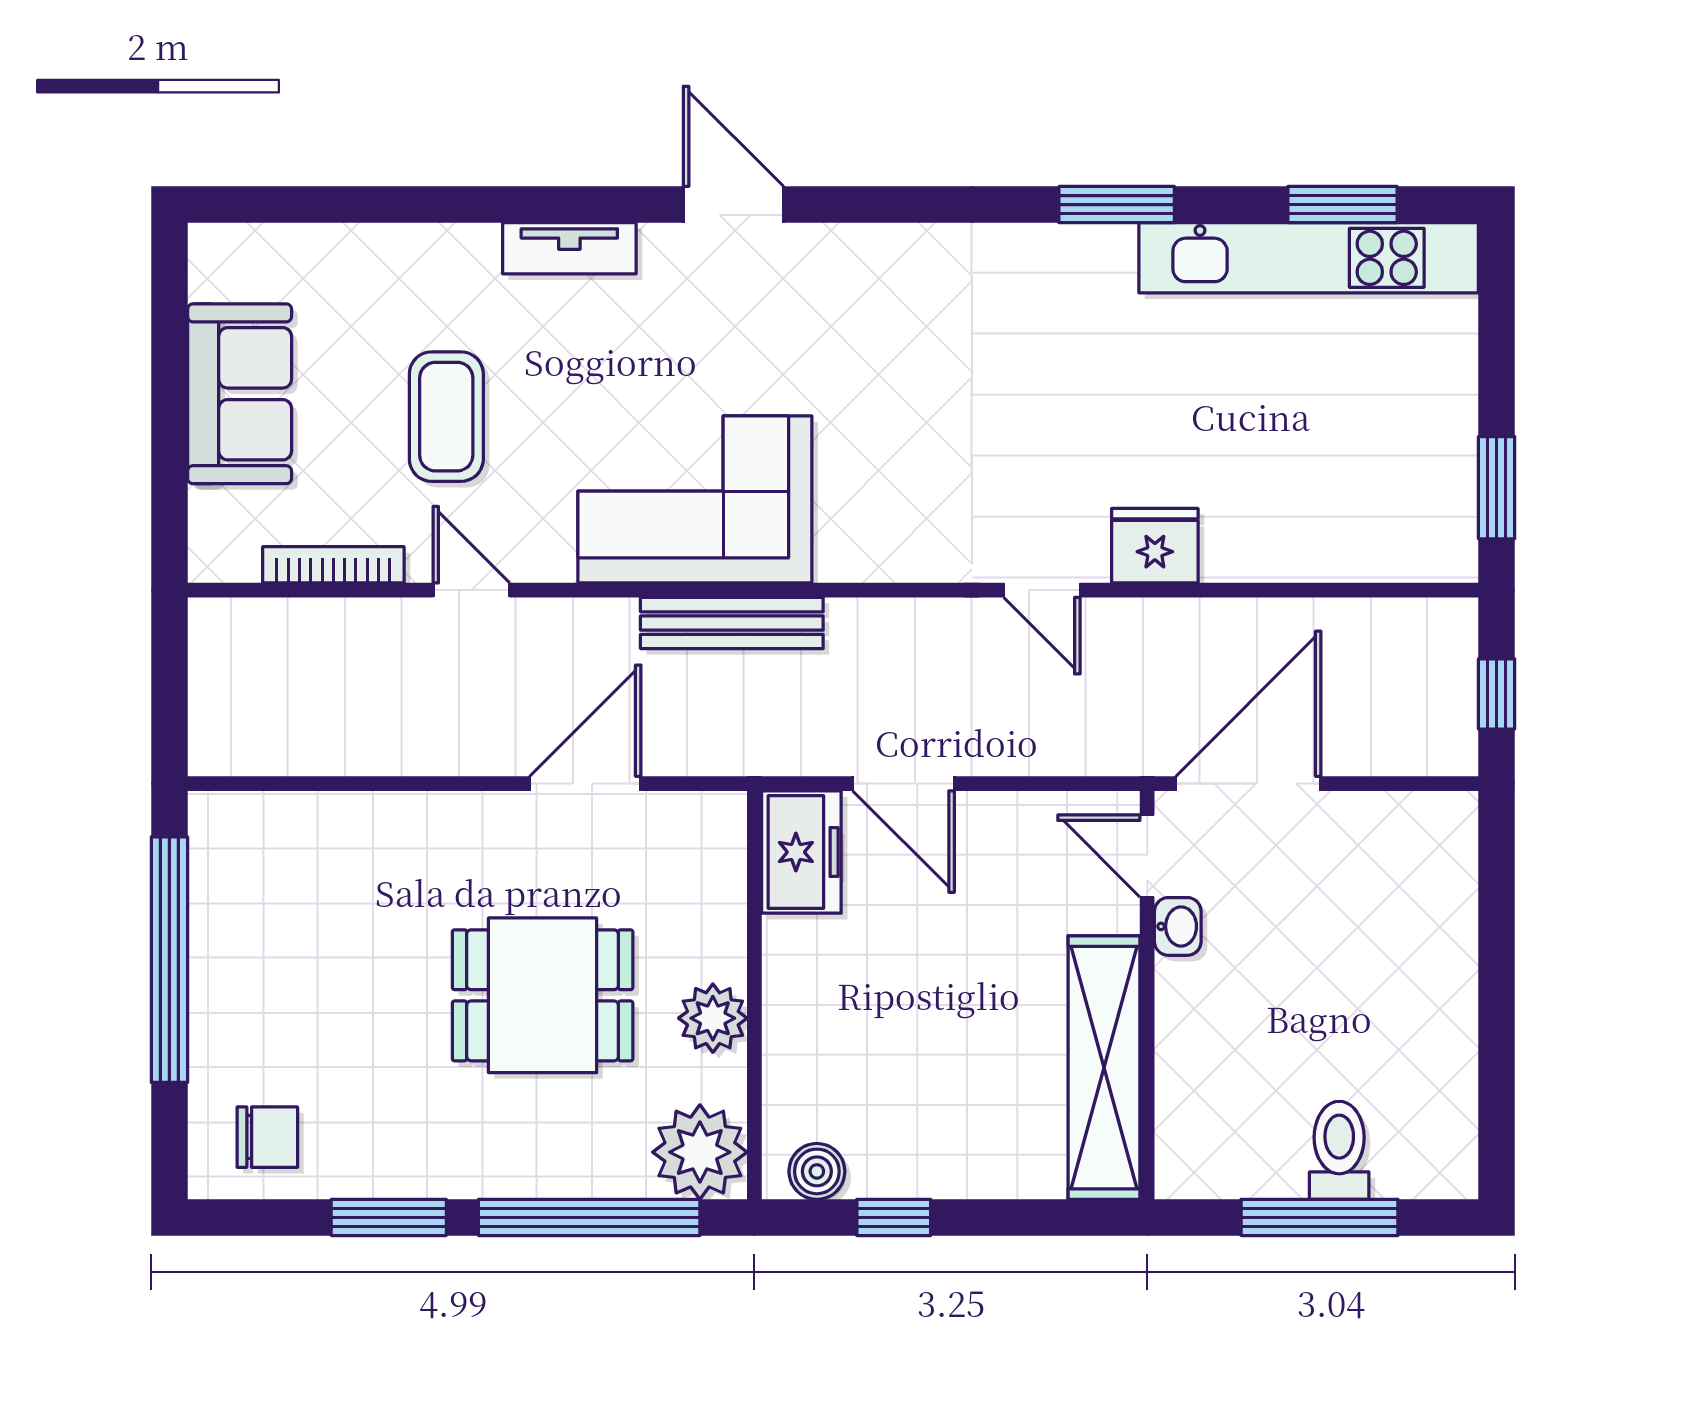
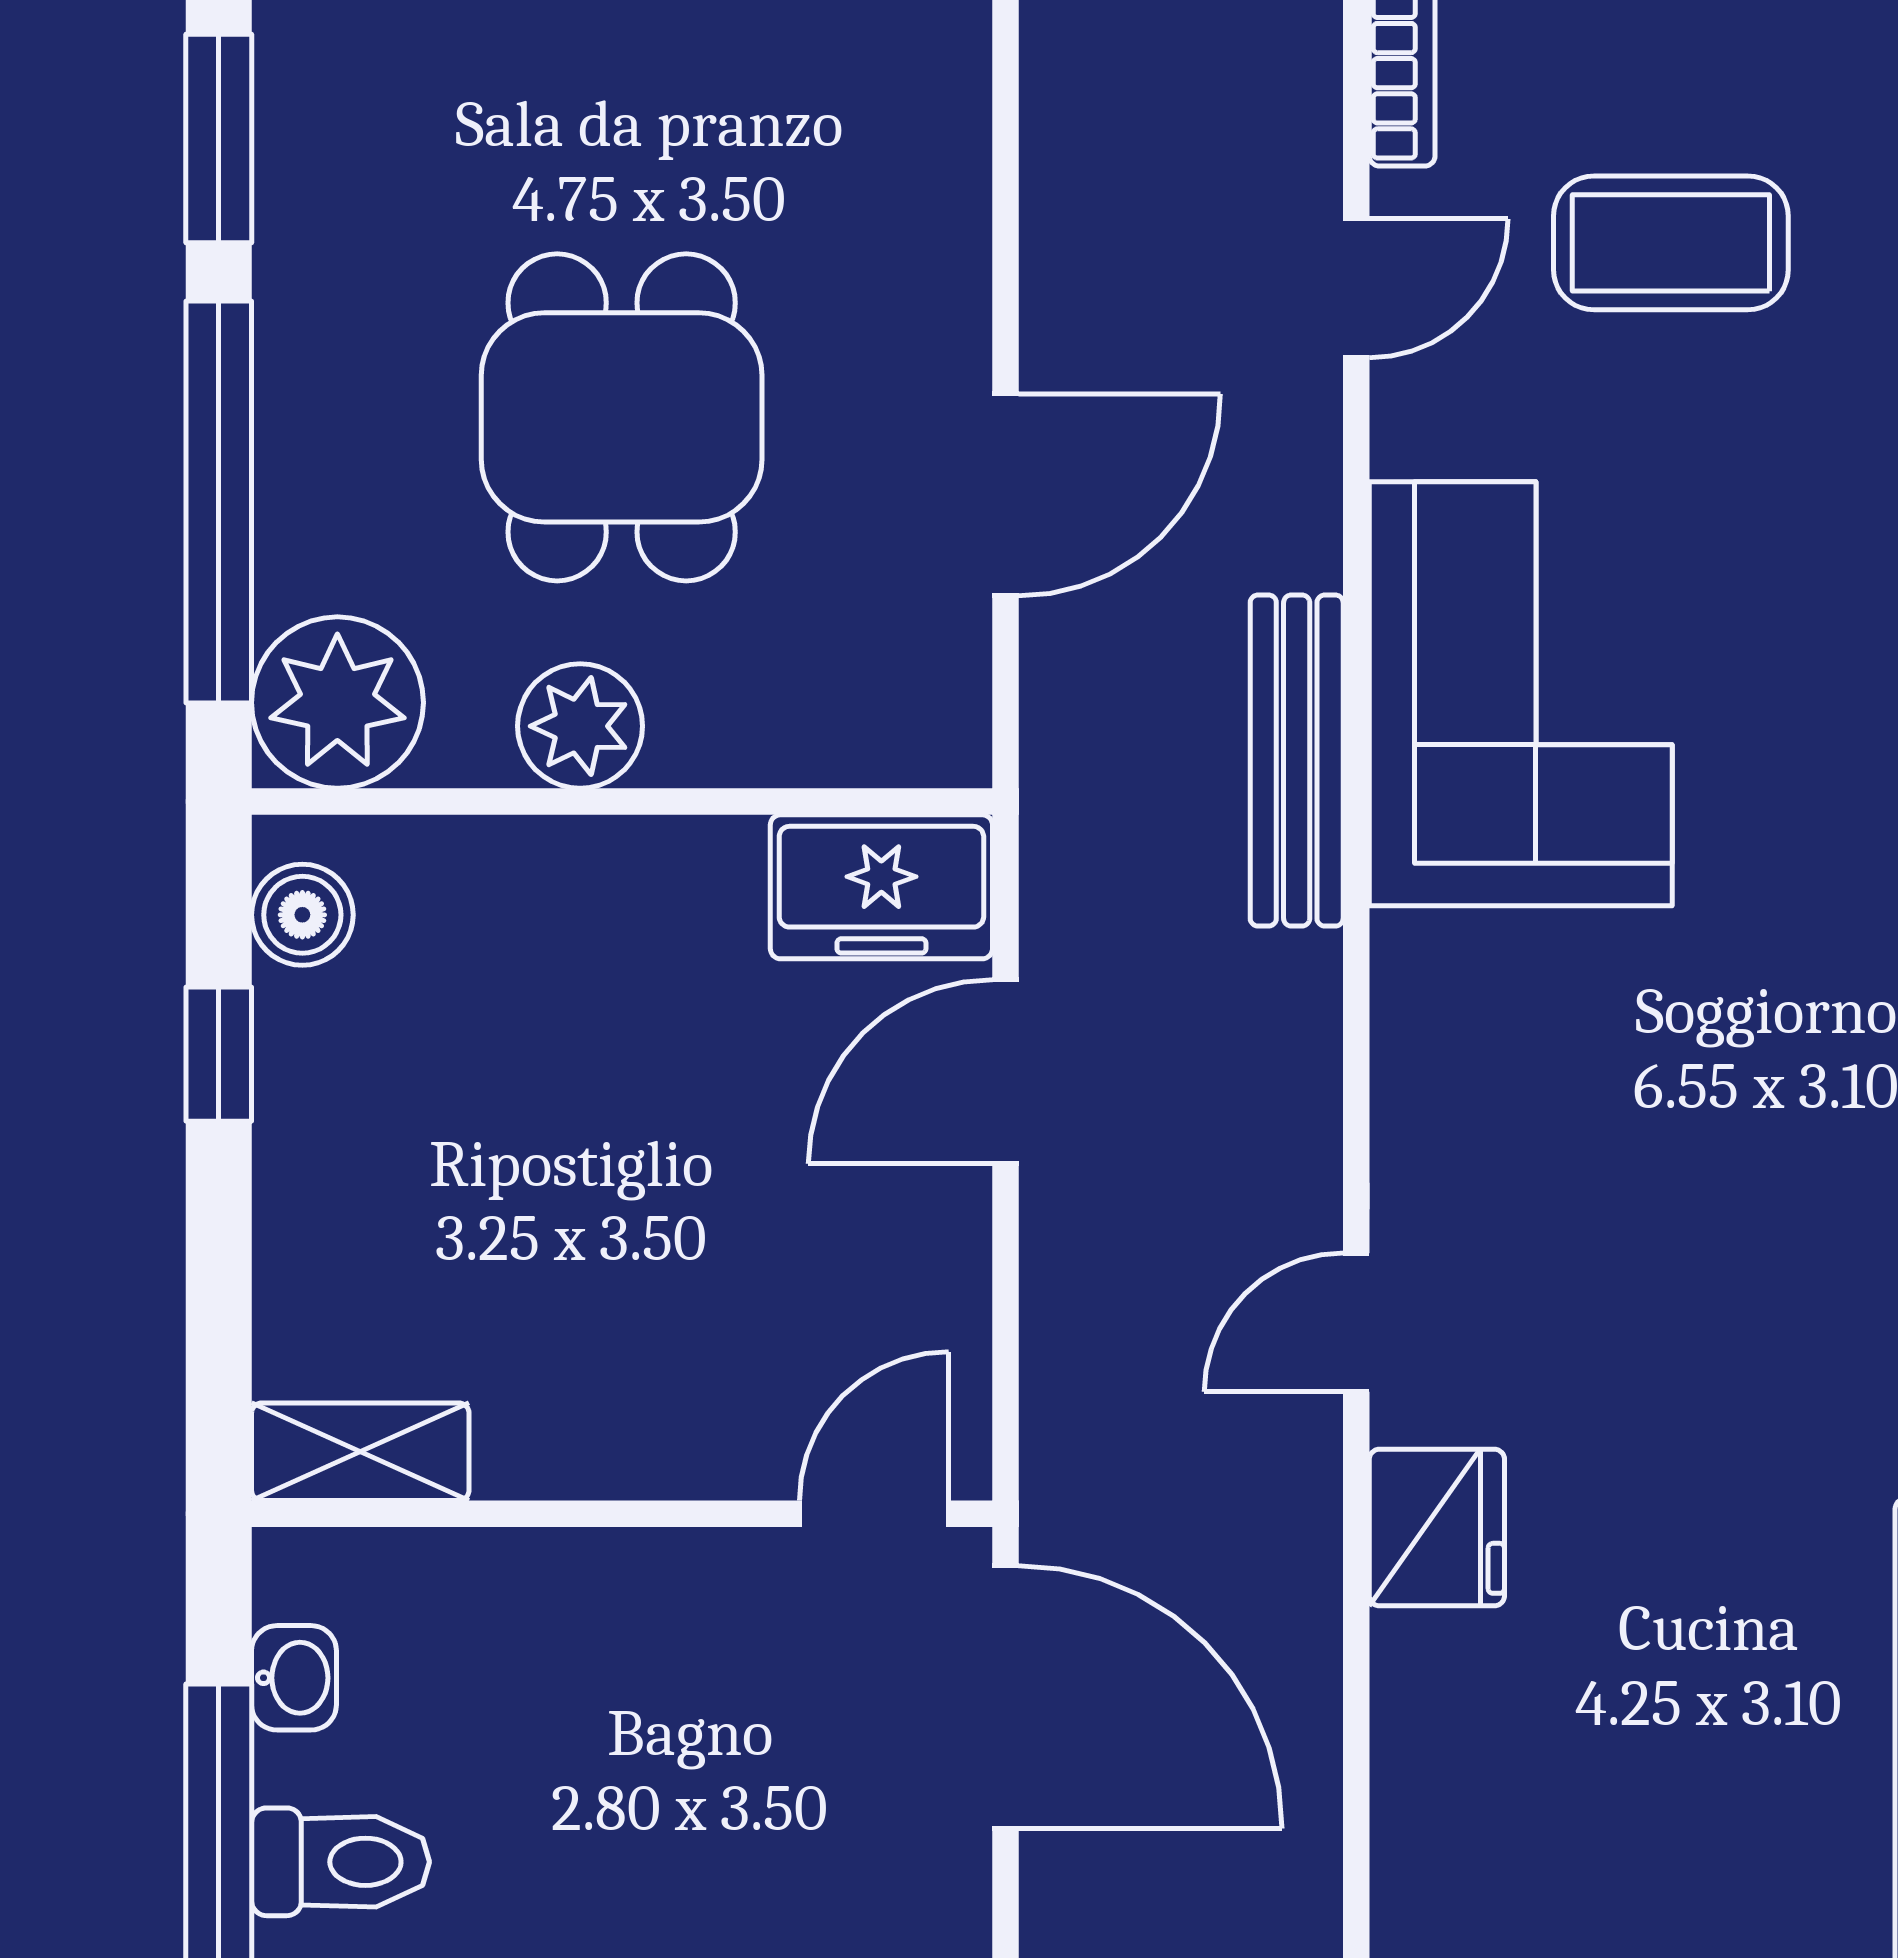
door: (585, 784) -> (1006, 495), hinge flipped
washbasin: (1178, 926) -> (294, 1678), moved, turned -90
shelving: (1104, 1068) -> (360, 1452), width x0.45, depth x0.75

